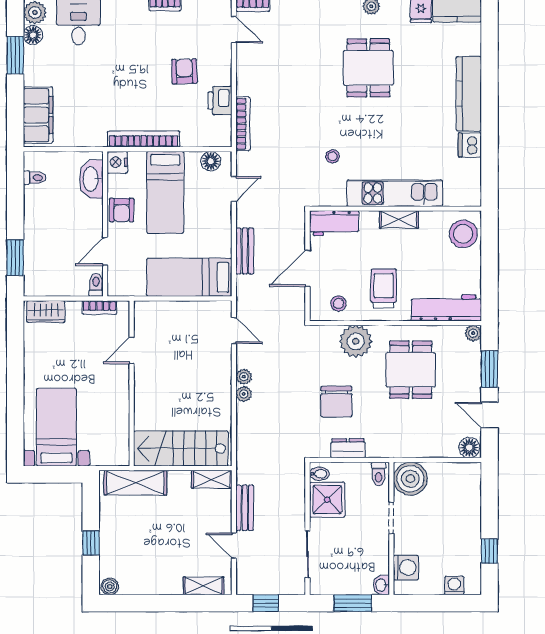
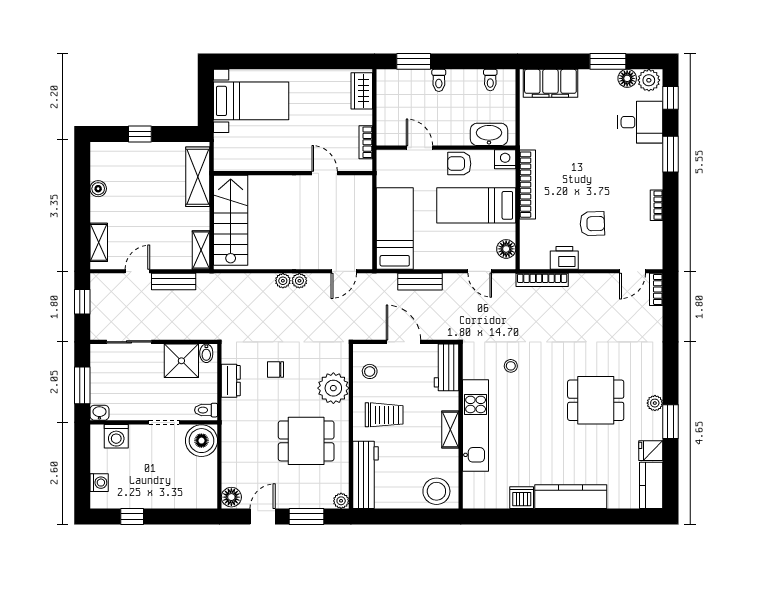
toilet: (96, 285) -> (439, 80), moved, turned 90
chair: (336, 402) -> (276, 370), width x0.54, depth x0.54
boiler: (110, 586) -> (98, 189), moved

